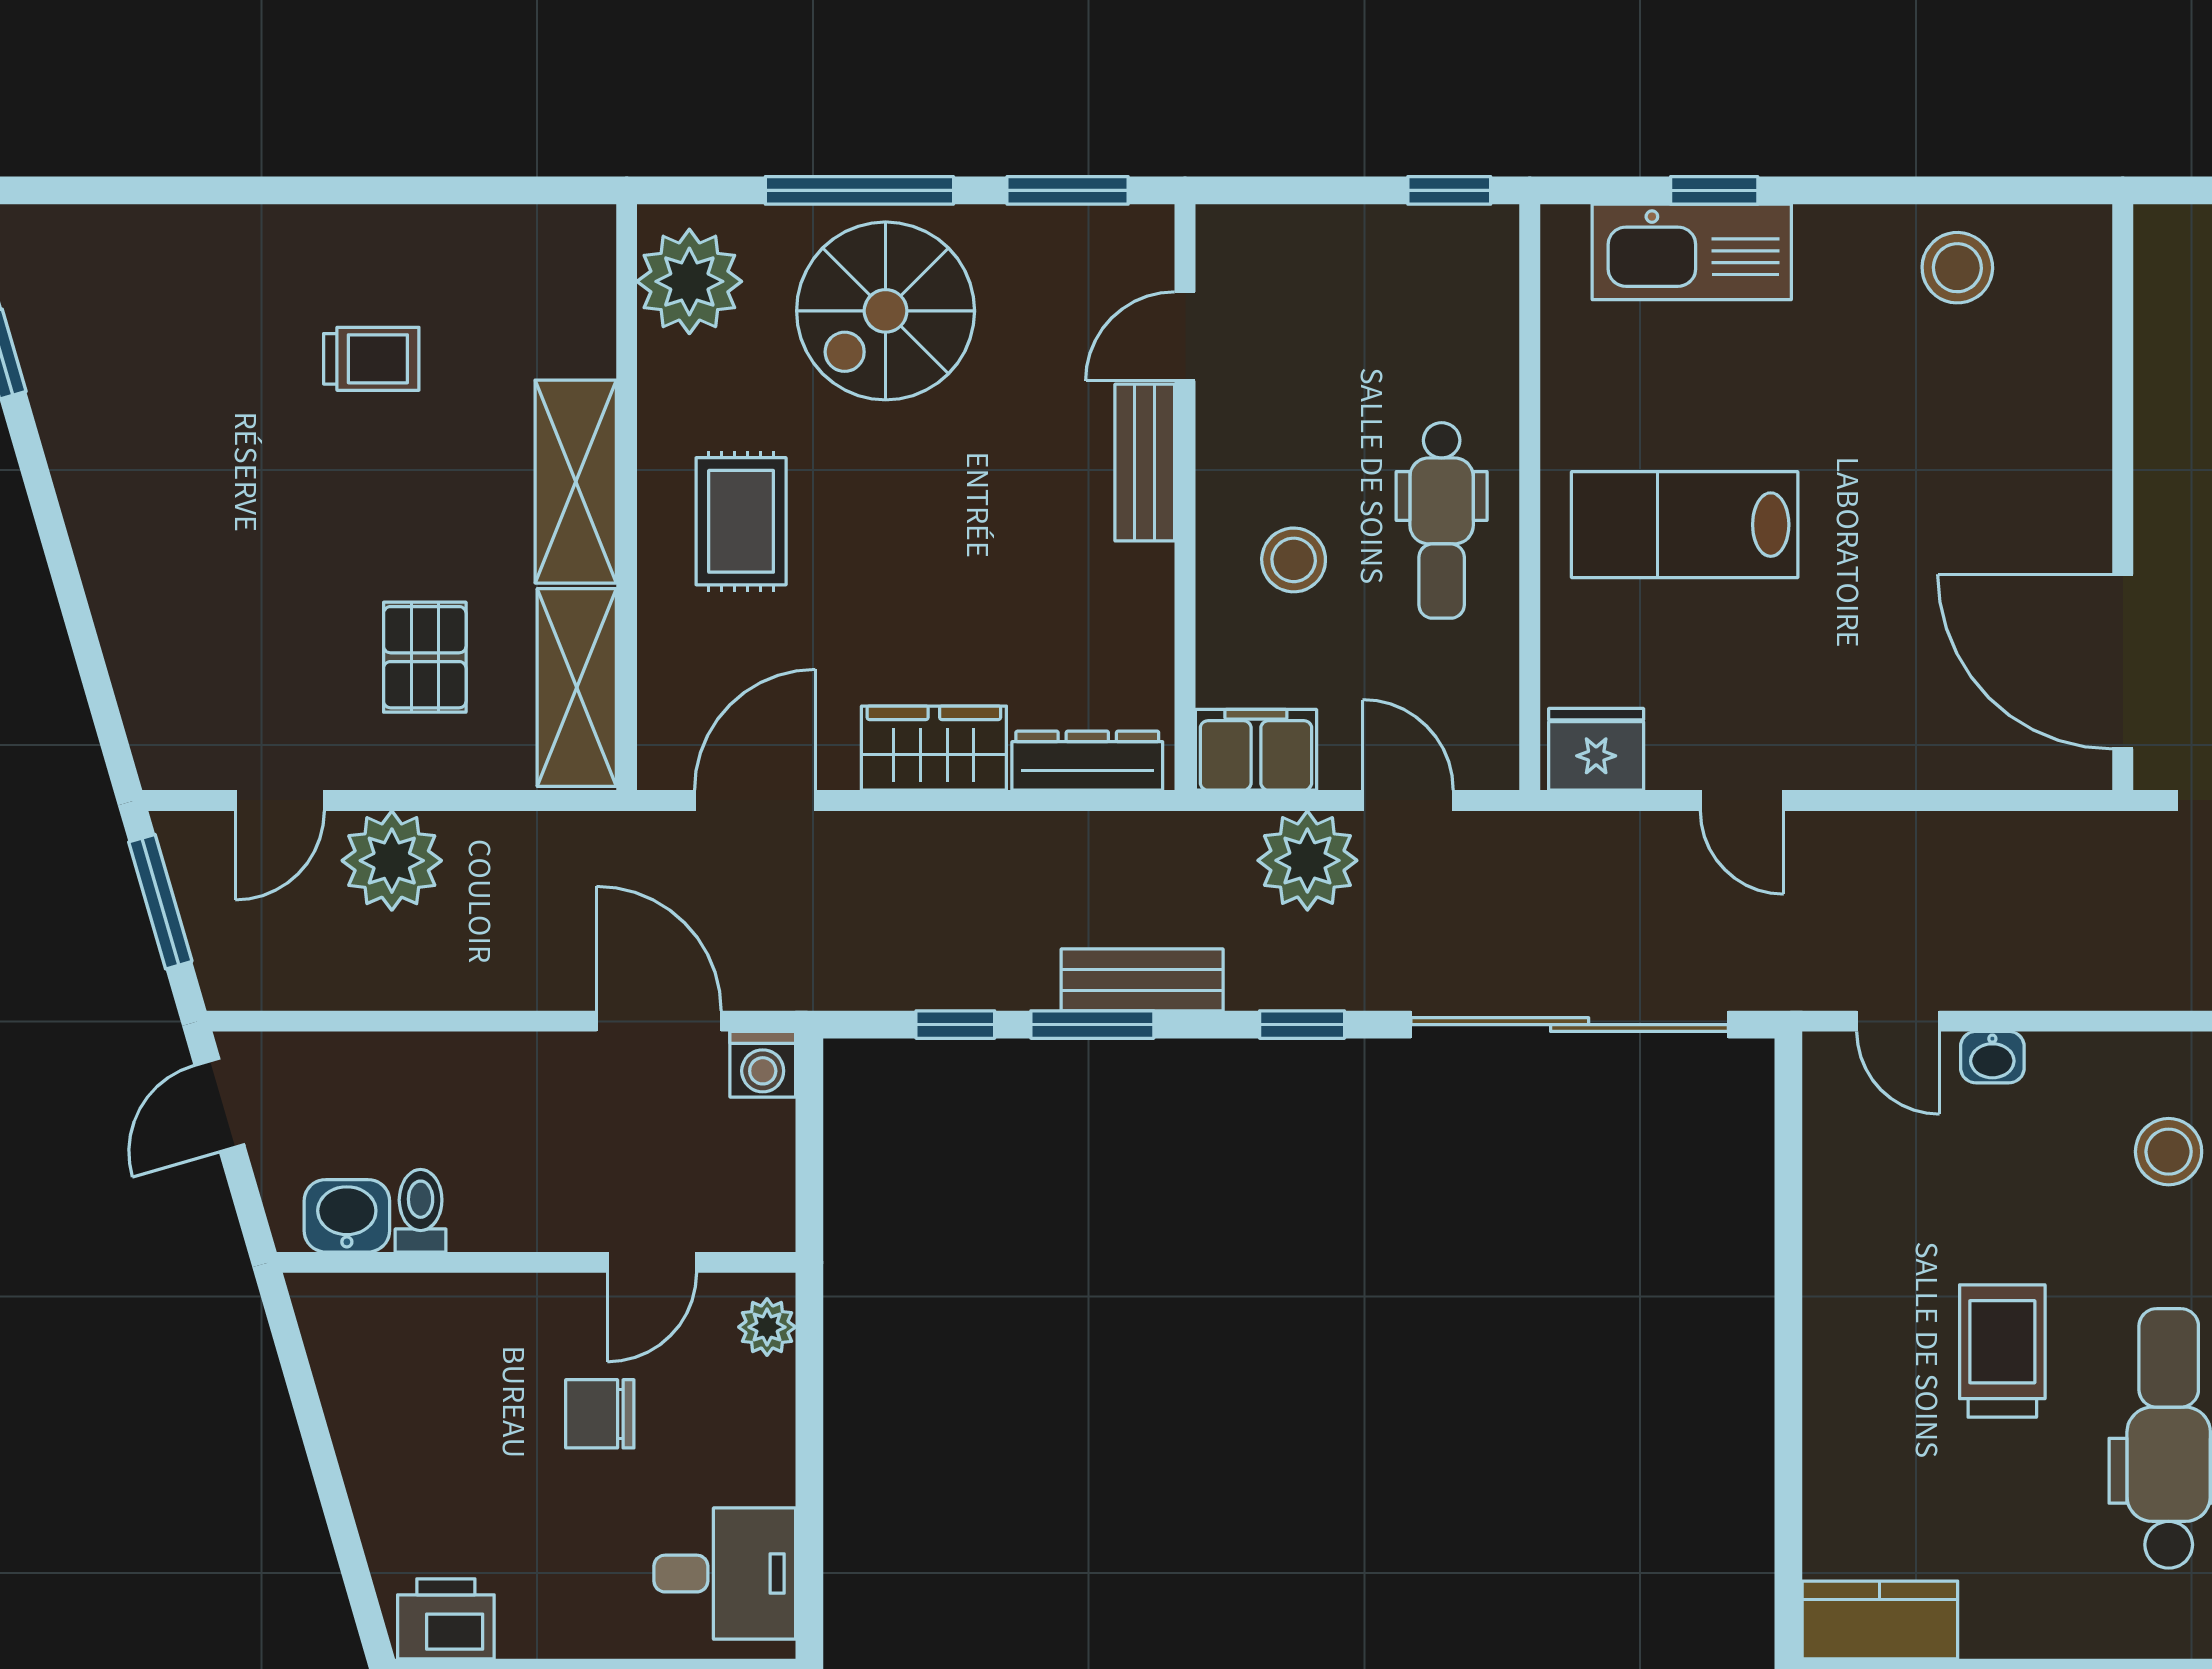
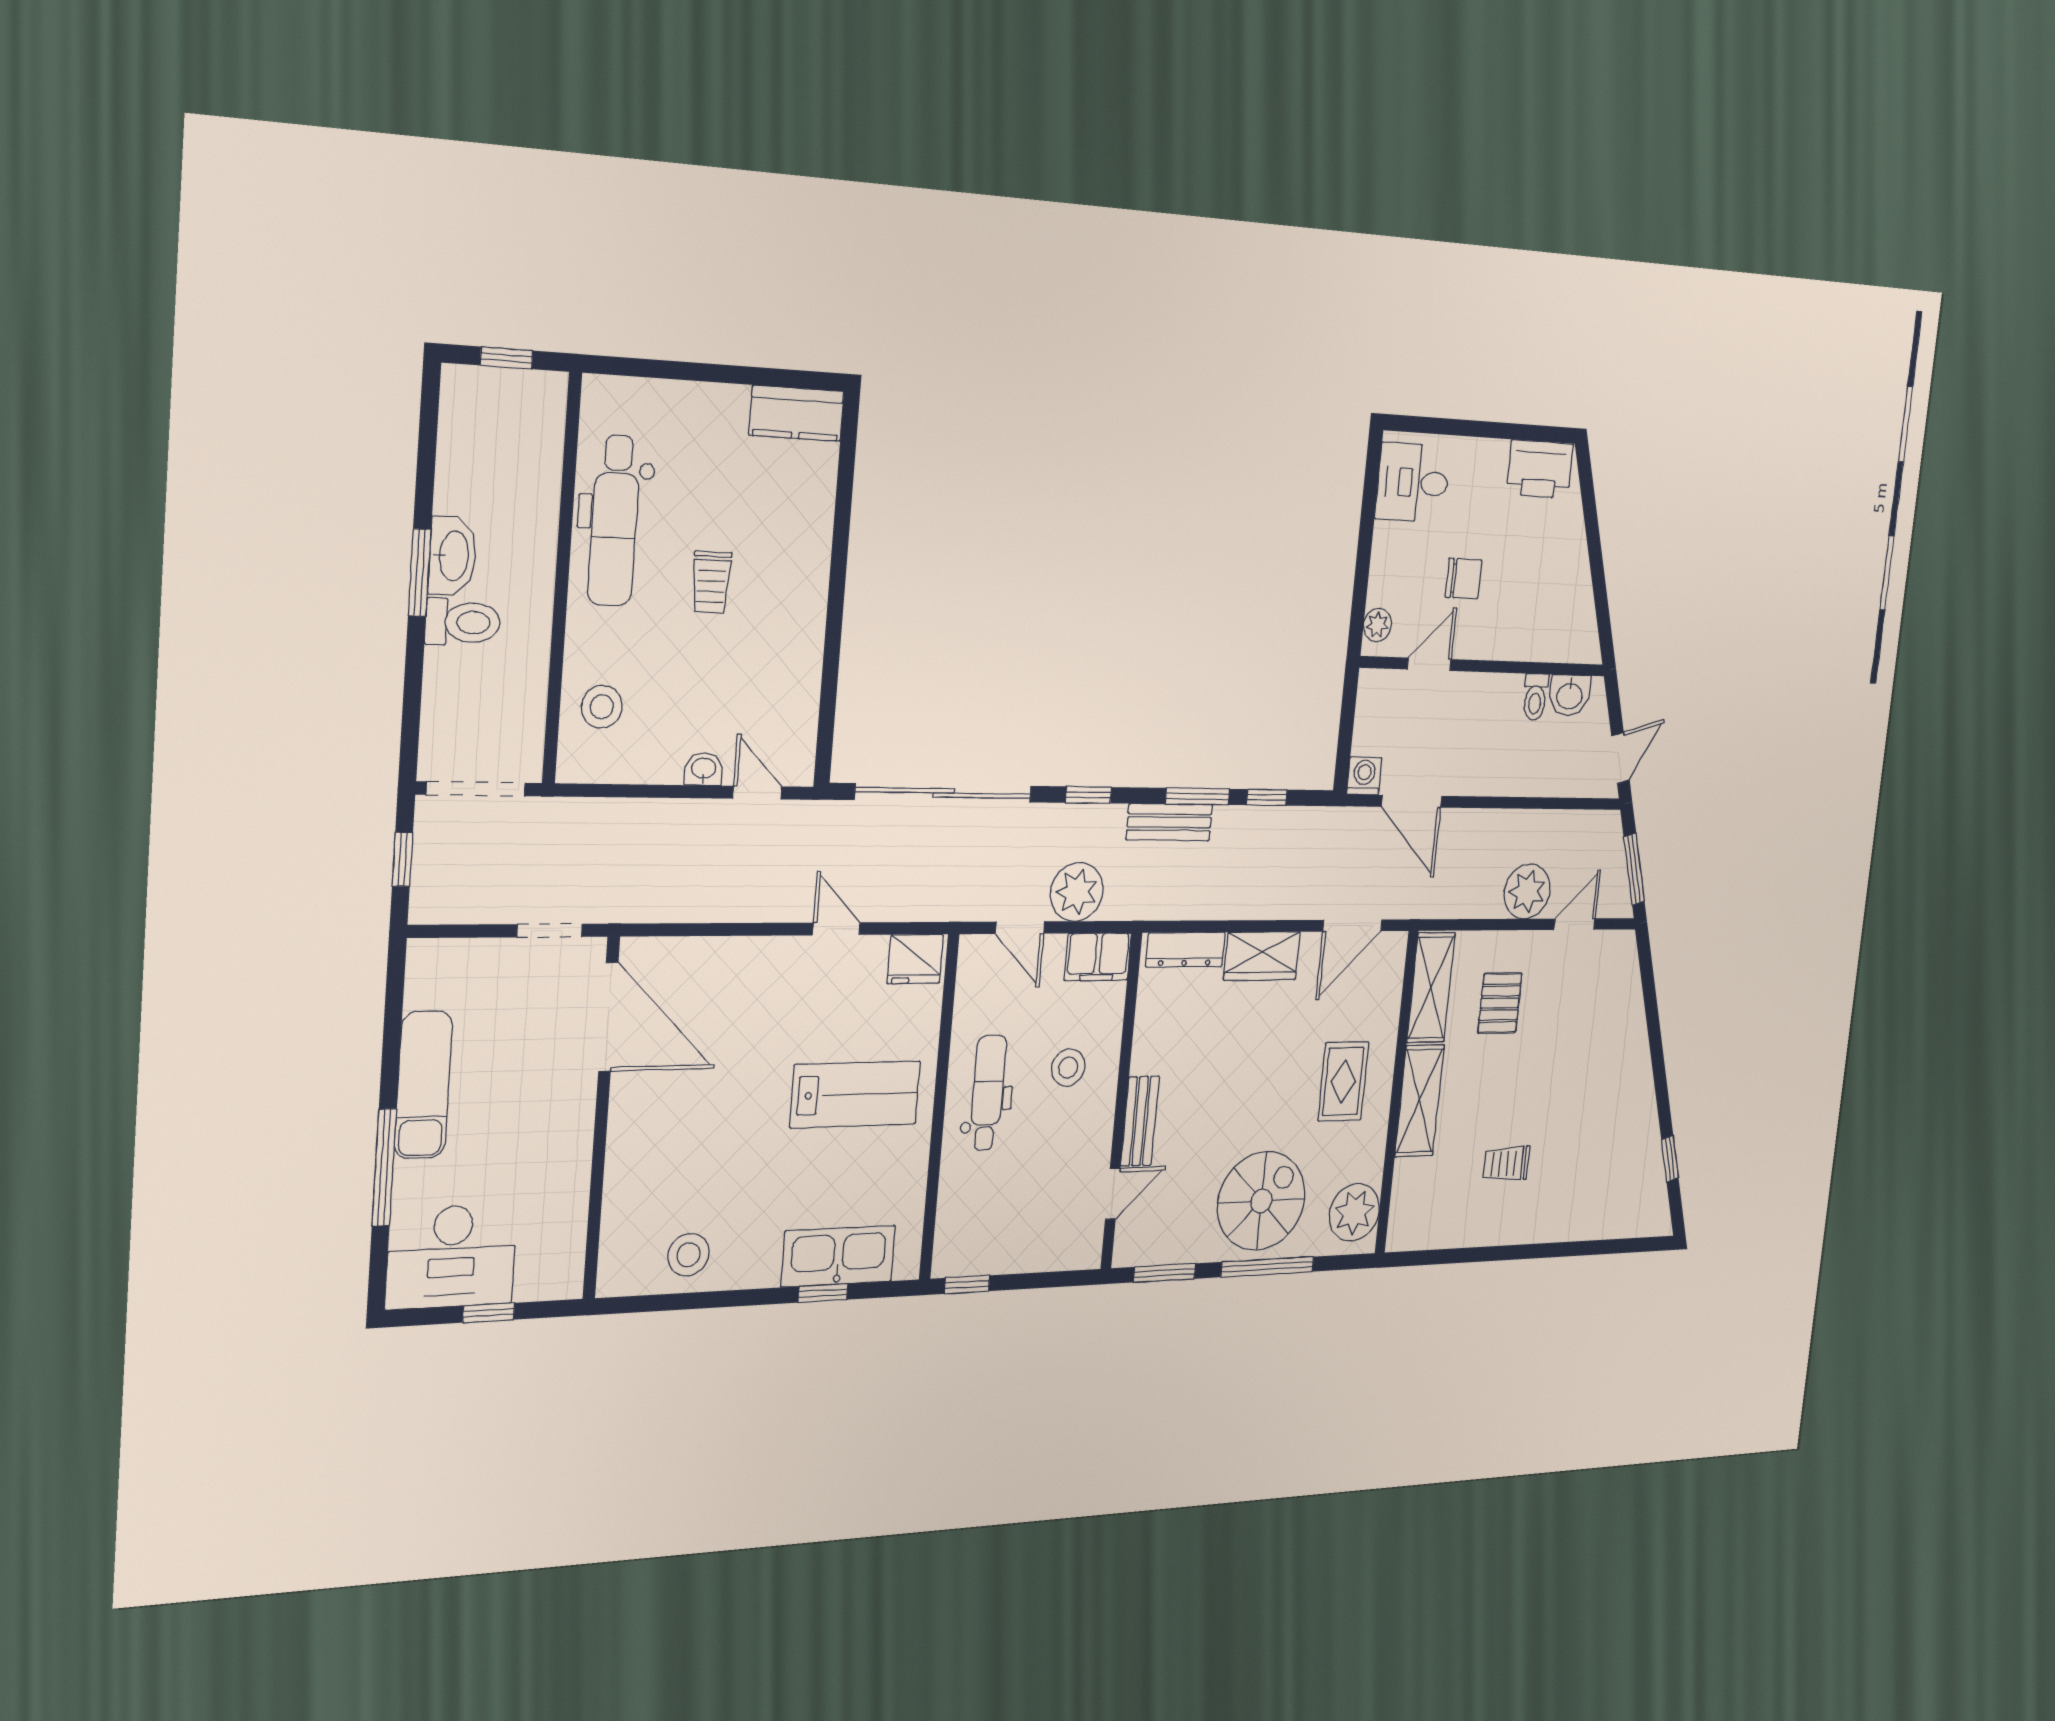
trolley: (2002, 1351) -> (711, 582), width x0.73, depth x0.72
printer: (446, 1619) -> (1540, 469), width x1.37, depth x1.19

